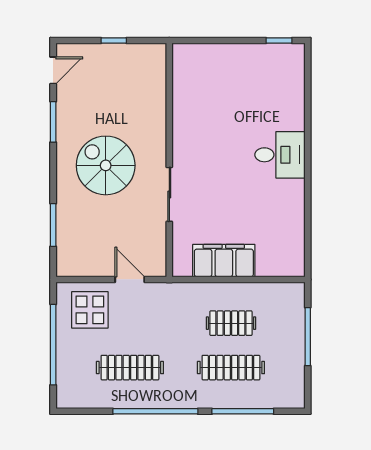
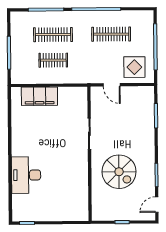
desk: (280, 155) -> (26, 175), moved, width x1.37
spiral stairs: (106, 165) -> (119, 172), moved
filing cabinet: (224, 261) -> (39, 96), moved

